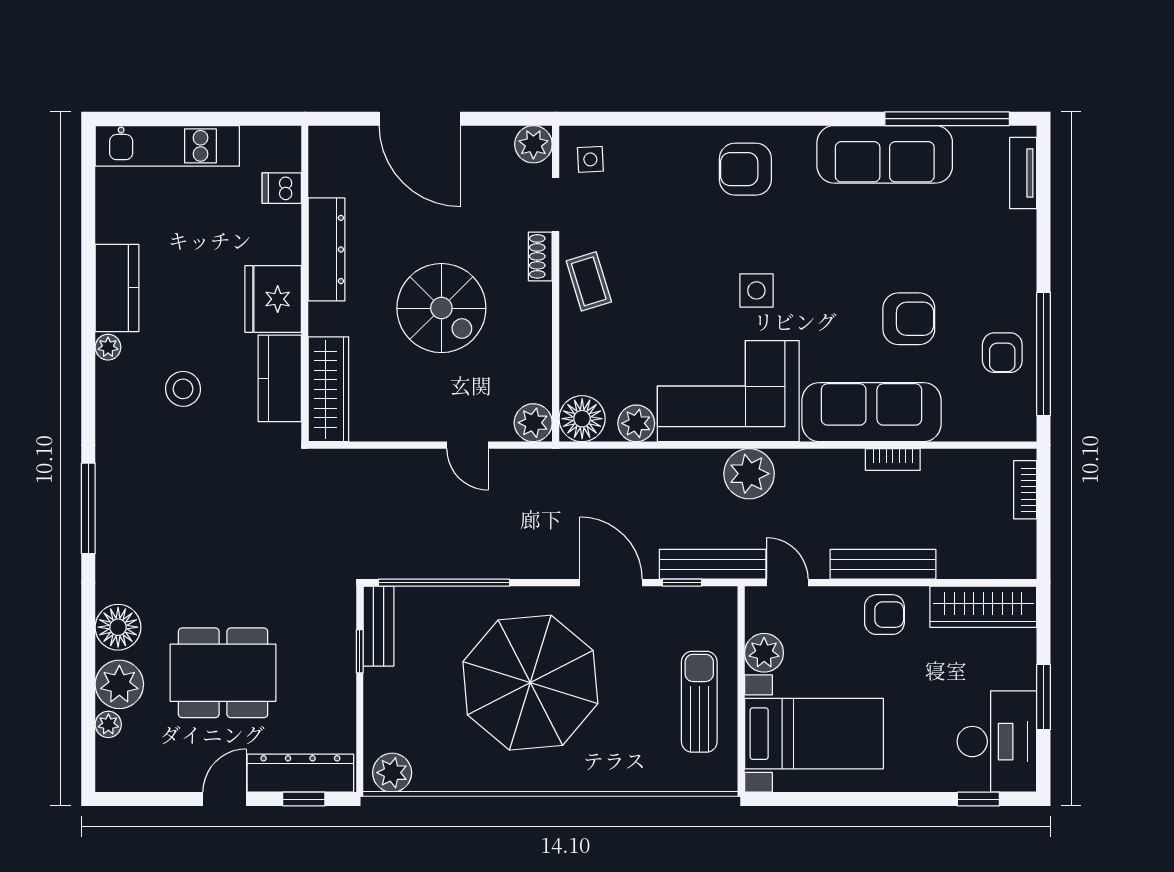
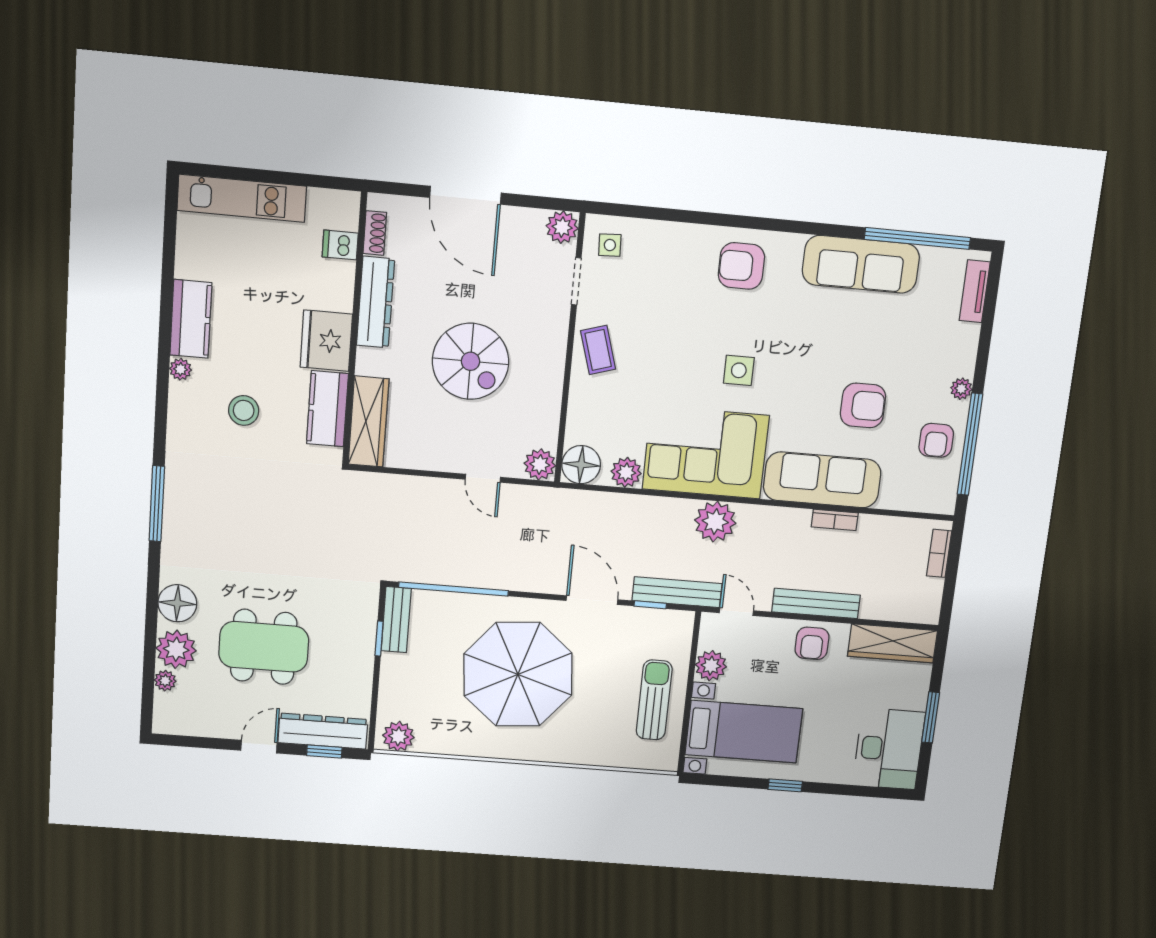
shoe rack: (540, 256) -> (375, 233), moved, turned 180
plant: (1024, 288) -> (961, 389), added
armchair: (884, 615) -> (812, 643), turned 90
window: (978, 799) -> (785, 785), moved

